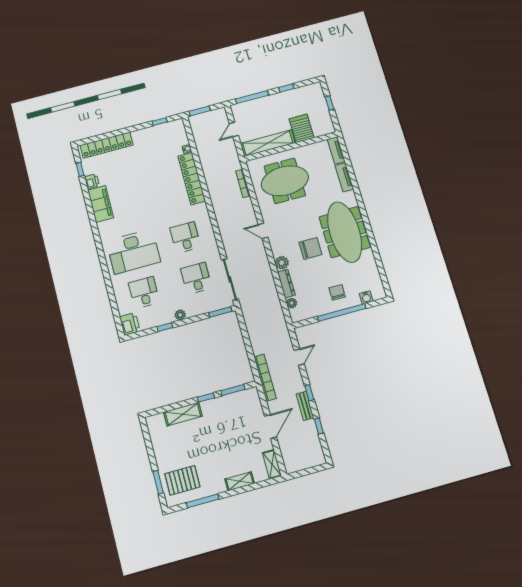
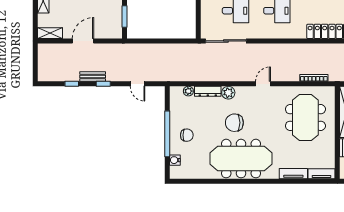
chair: (310, 248) -> (234, 123), turned 90
window: (220, 312) -> (198, 24), removed
bookcase: (265, 378) -> (128, 48), removed
door: (271, 426) -> (83, 41), swing flipped

